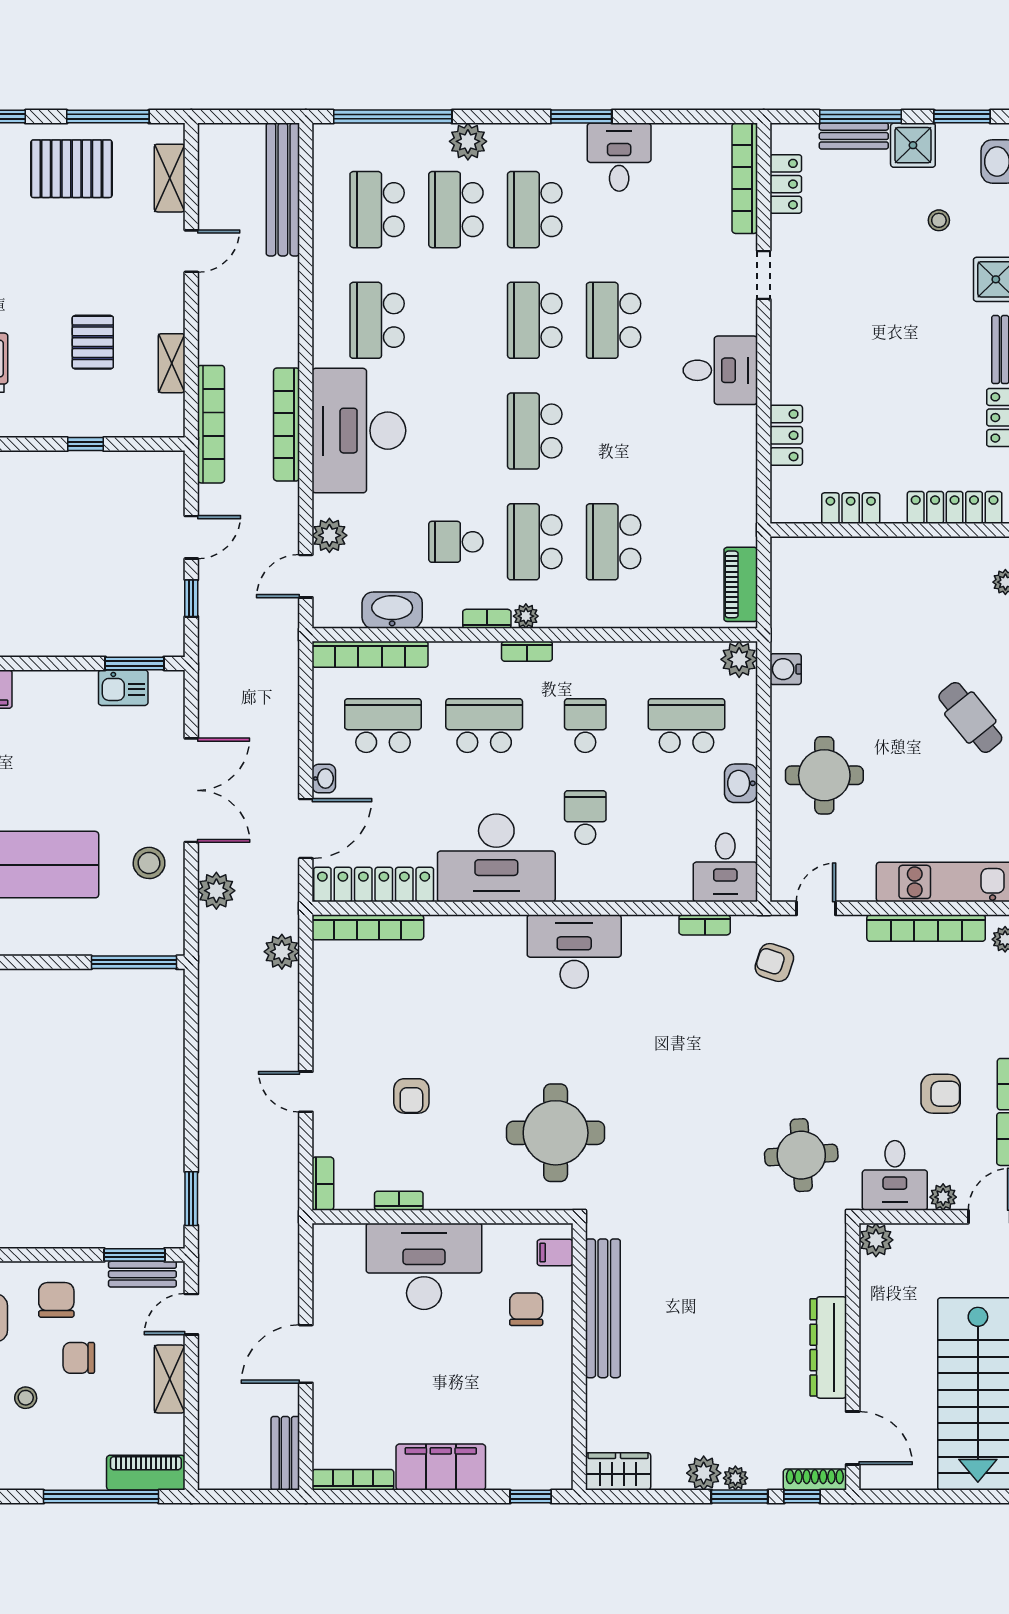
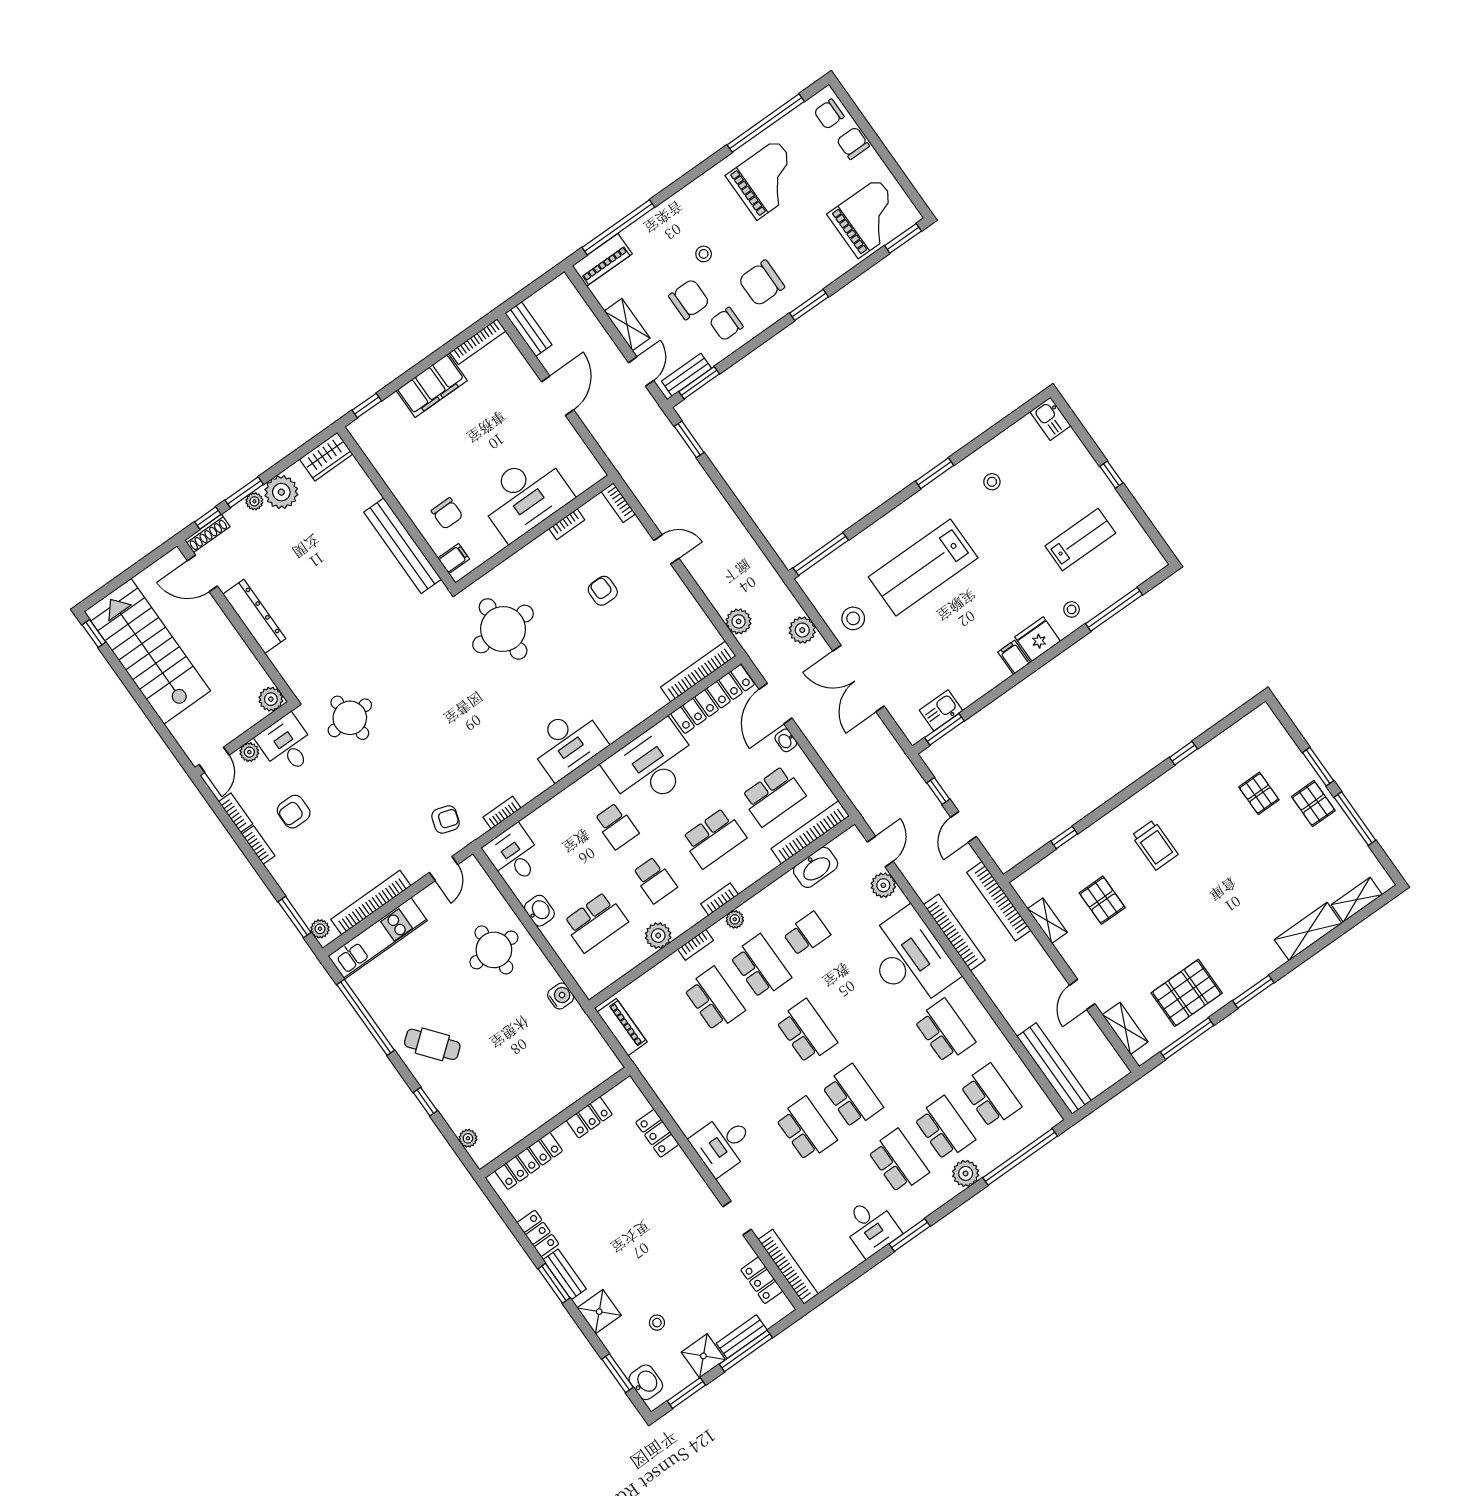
bookcase: (487, 619) -> (695, 945), moved
plant: (739, 659) -> (658, 936), moved
chair: (56, 1300) -> (726, 324), turned 90
chair: (79, 1358) -> (689, 299), width x1.37, depth x1.37
plant: (704, 1473) -> (281, 492), width x1.36, depth x1.36

